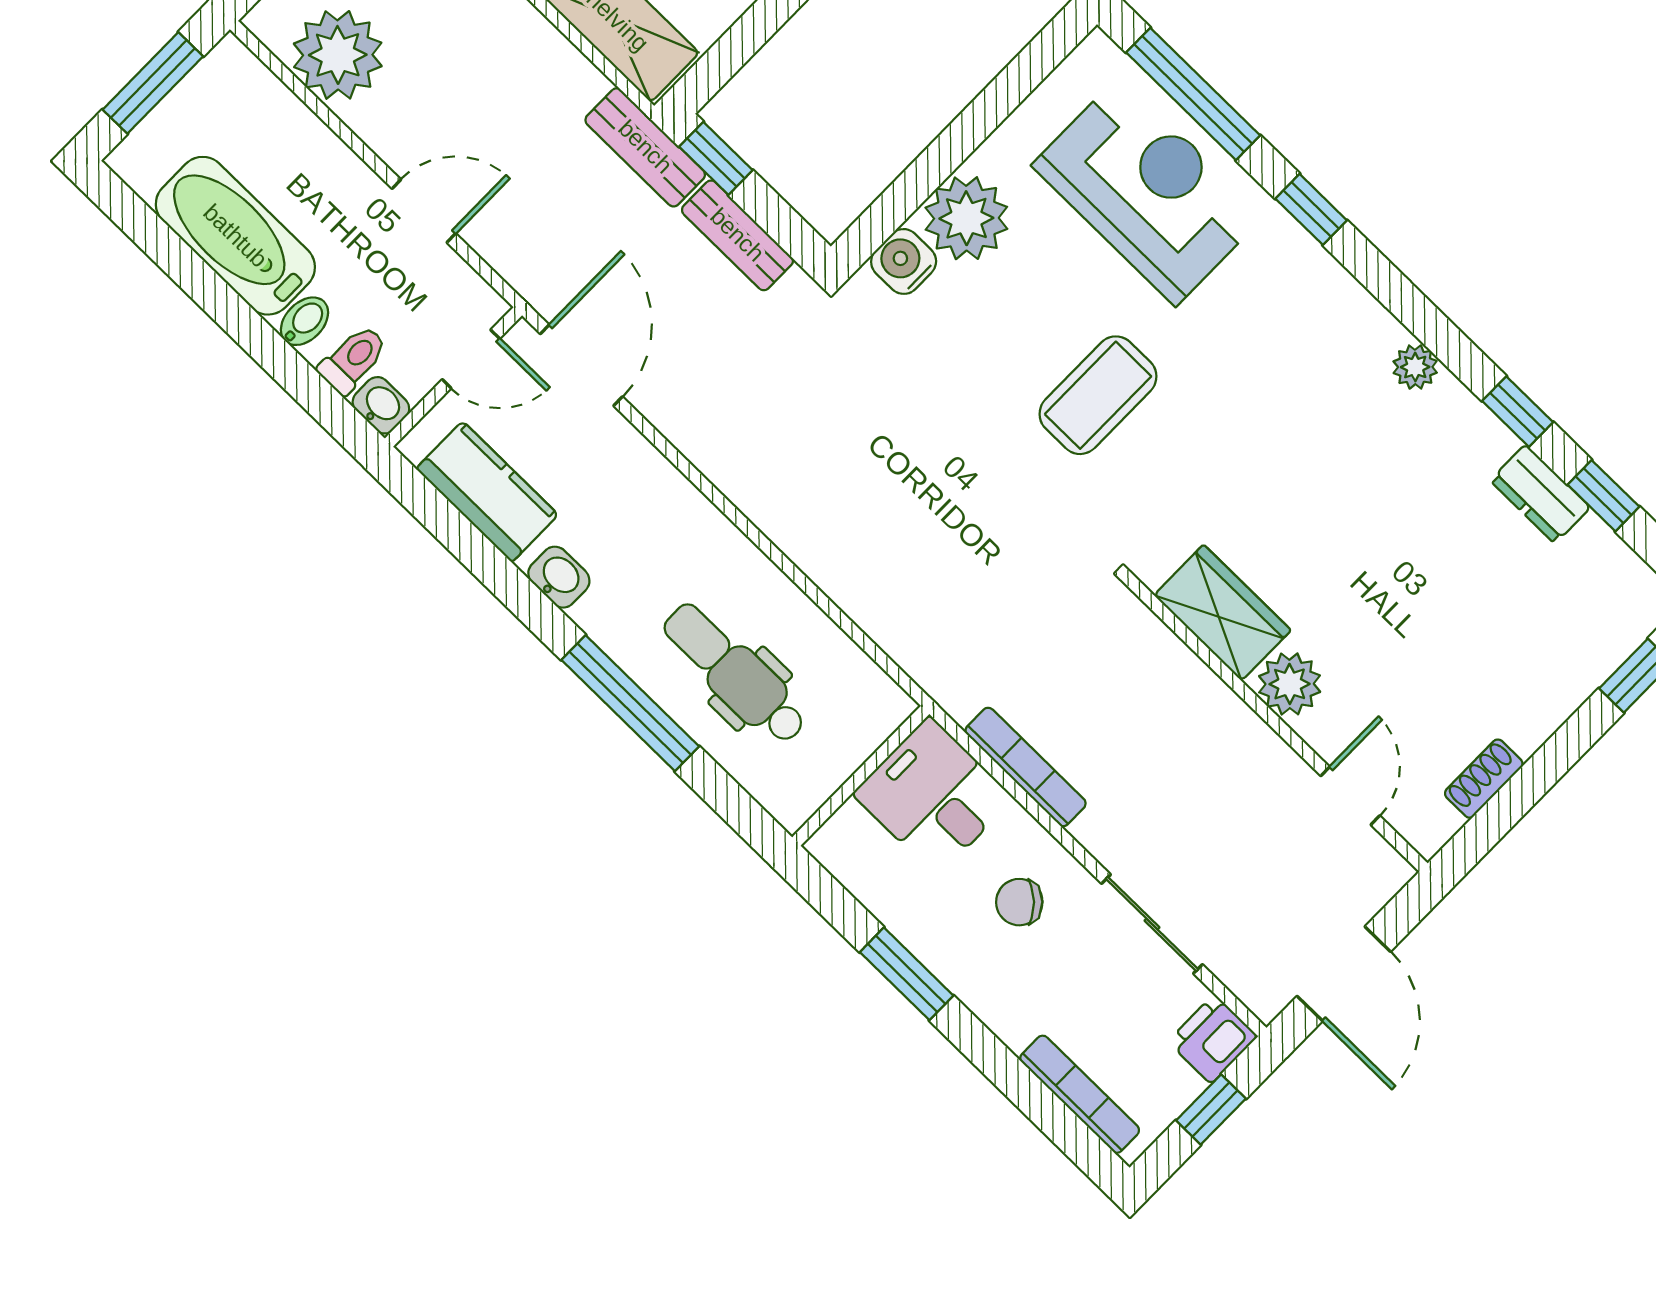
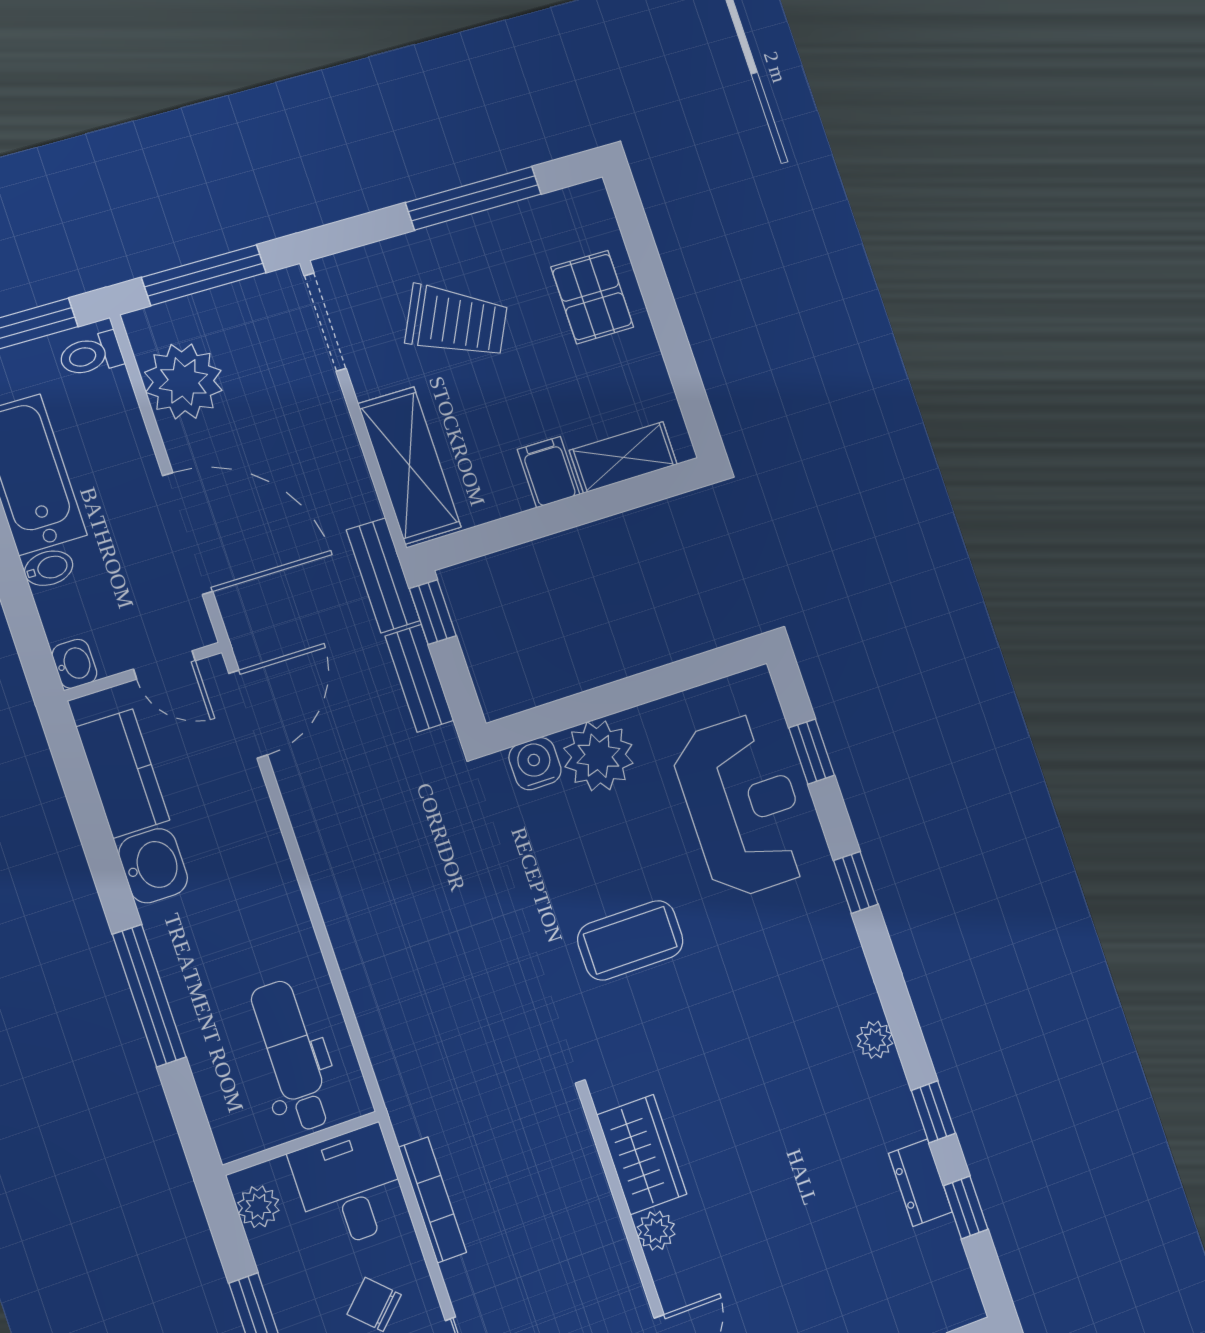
window: (1193, 94) -> (812, 752), width x0.46
door: (424, 211) -> (188, 534), width x1.87
toilet: (353, 359) -> (91, 355), moved, turned 180
washbasin: (559, 577) -> (153, 866), width x1.38, depth x1.45
dental chair: (735, 674) -> (292, 1056), moved
plant: (1290, 684) -> (656, 1231), width x0.73, depth x0.73
plant: (850, 861) -> (258, 1207), added

